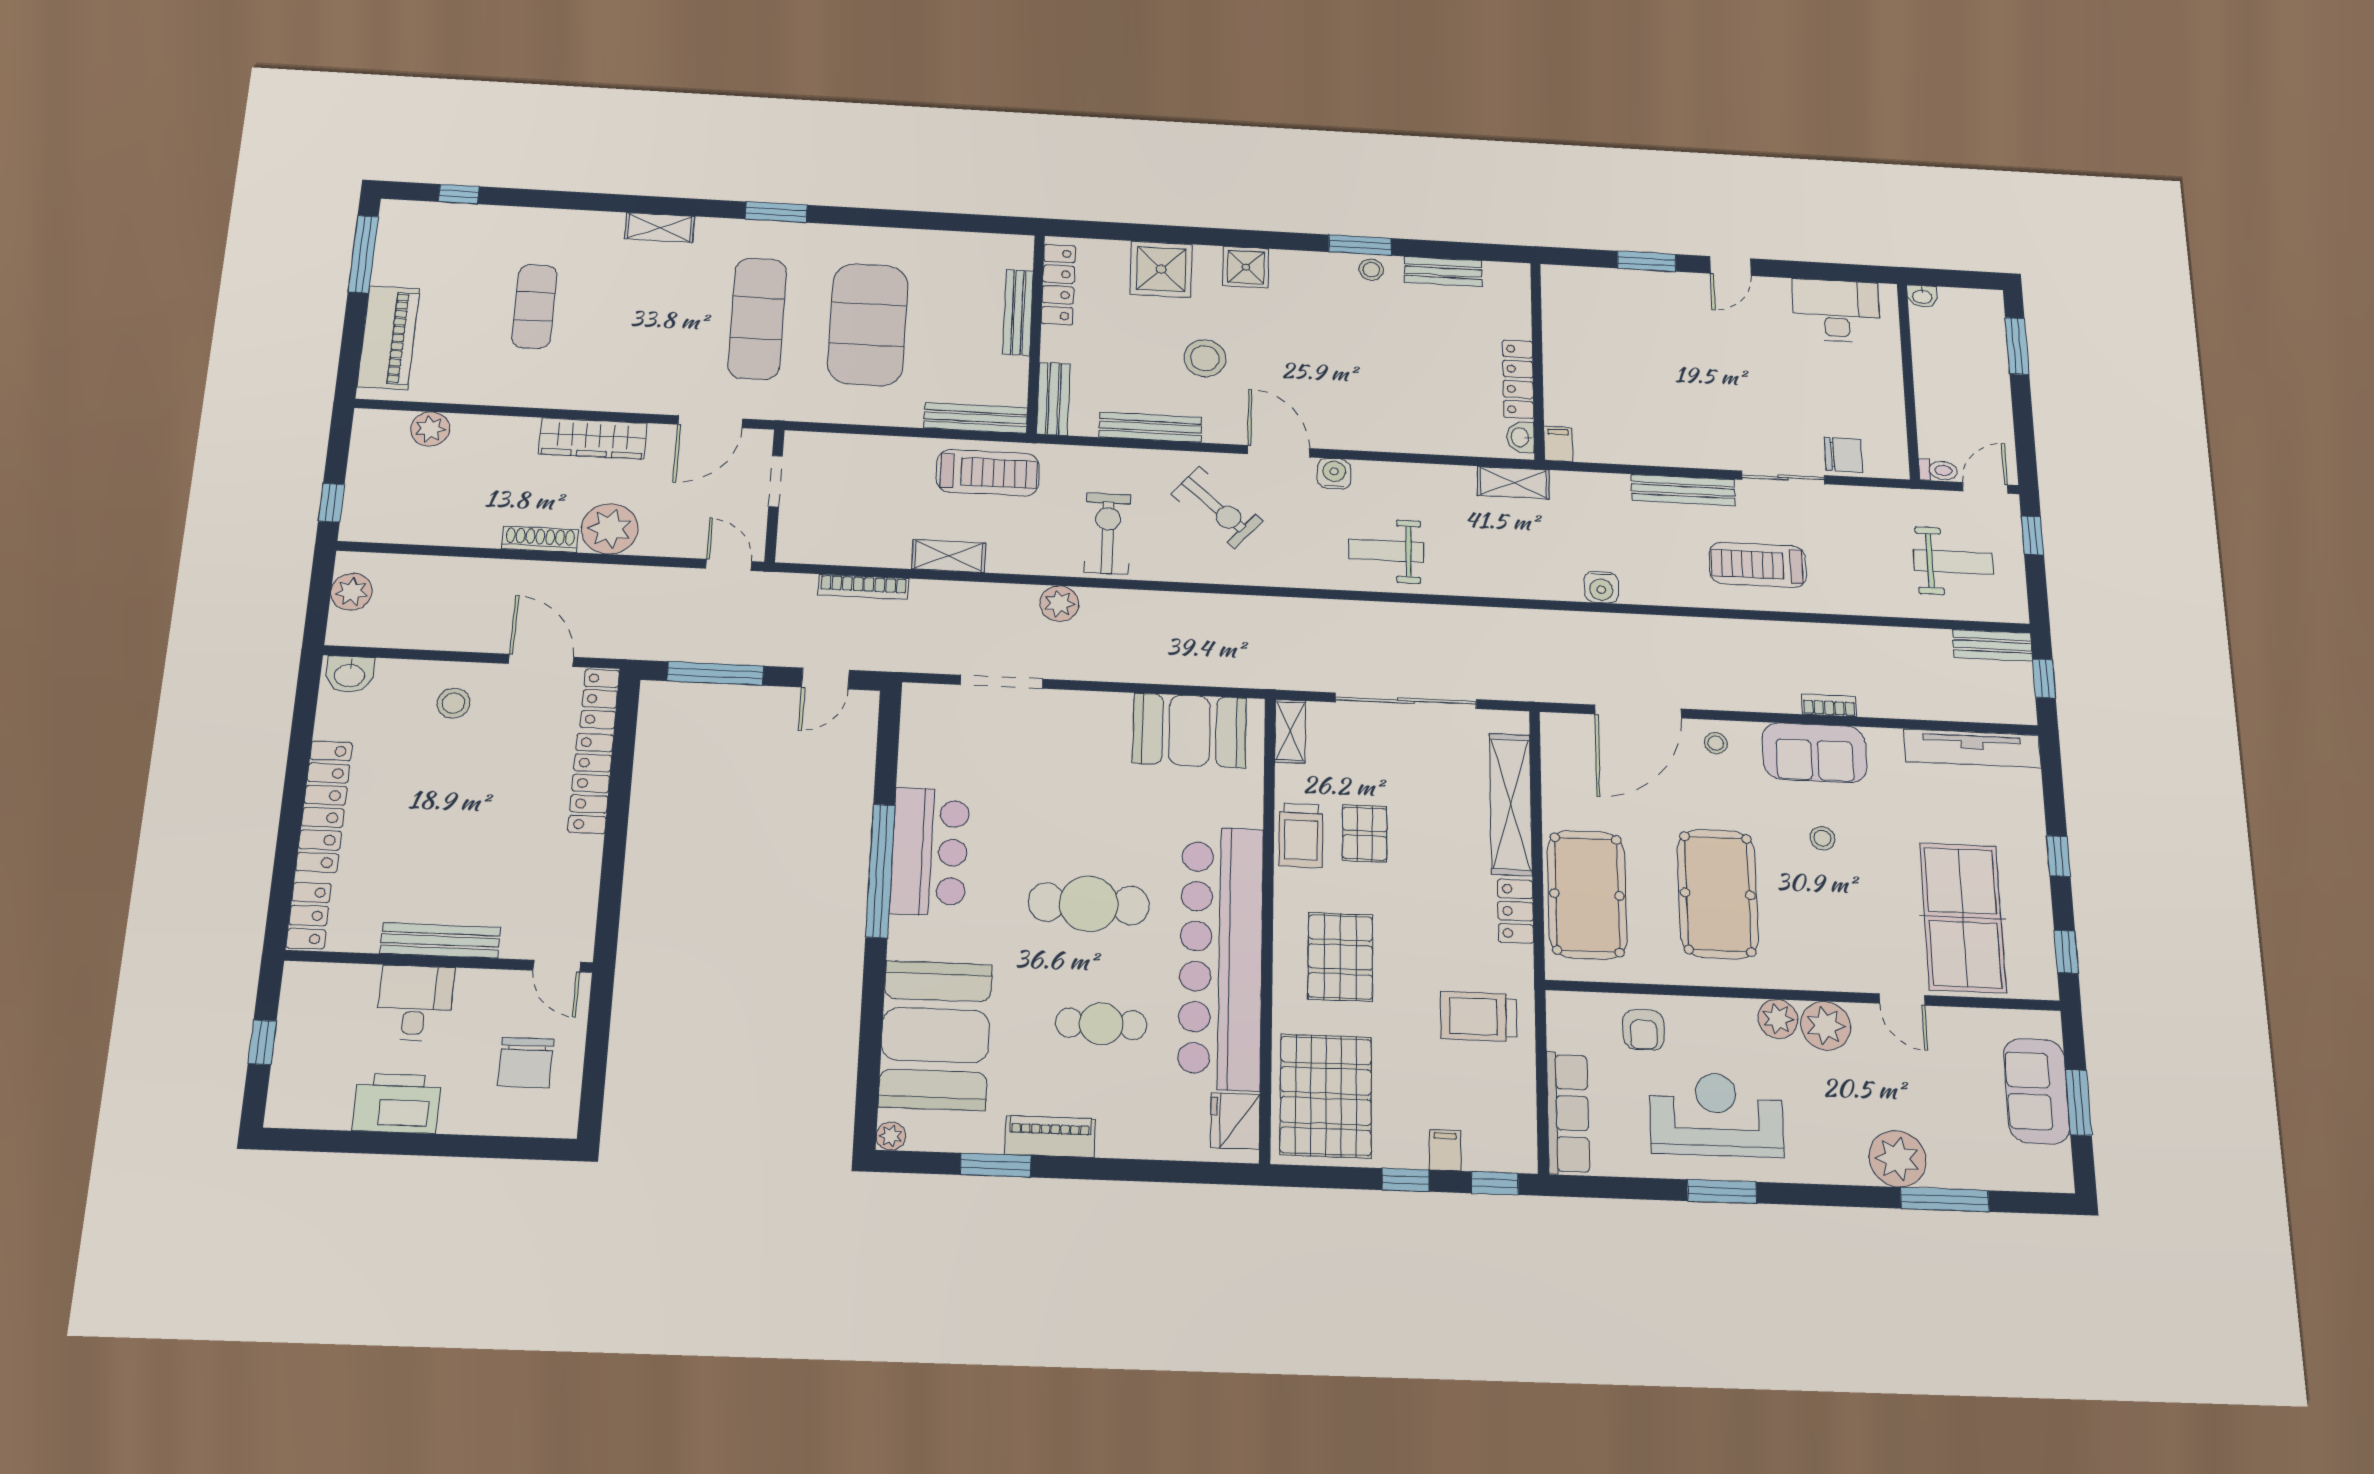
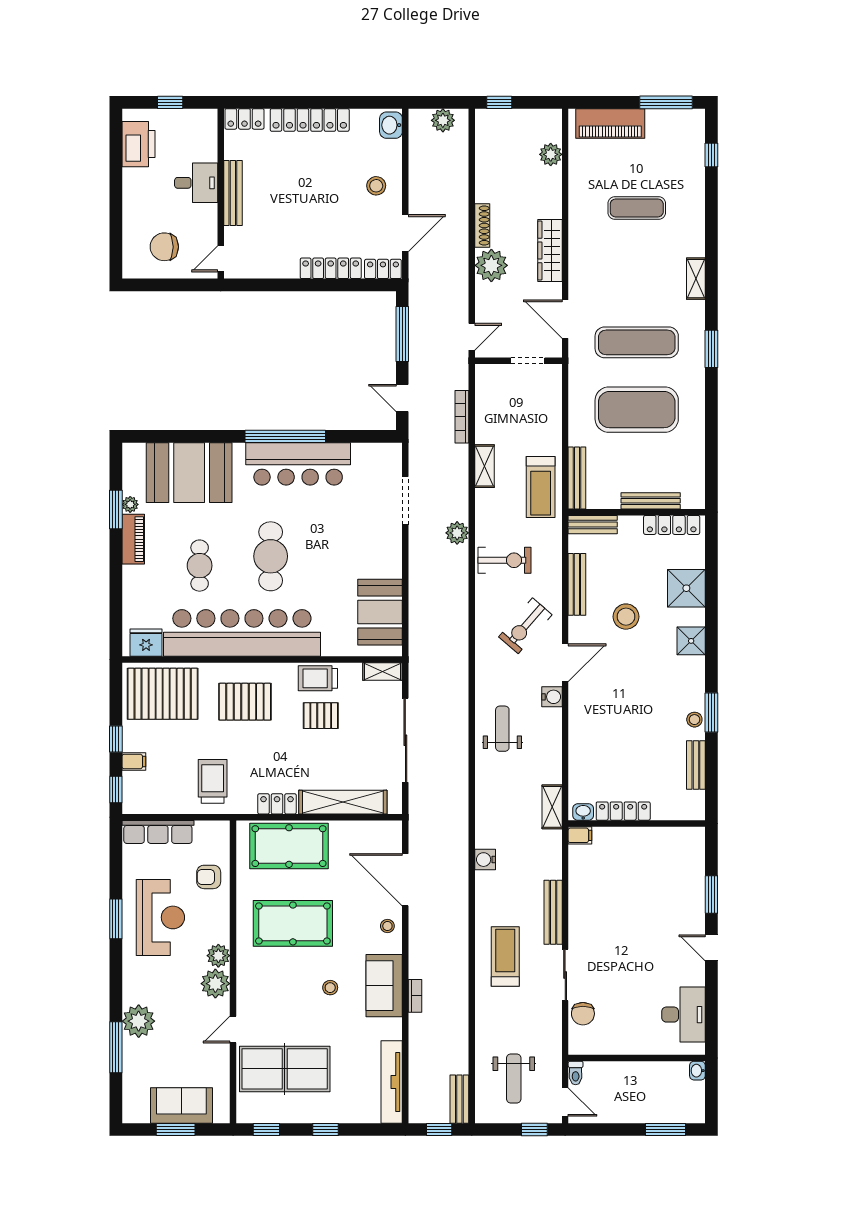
bar counter: (930, 852) -> (298, 464), width x1.36
printer: (397, 1103) -> (138, 144), moved
plant: (891, 1136) -> (130, 504), moved

